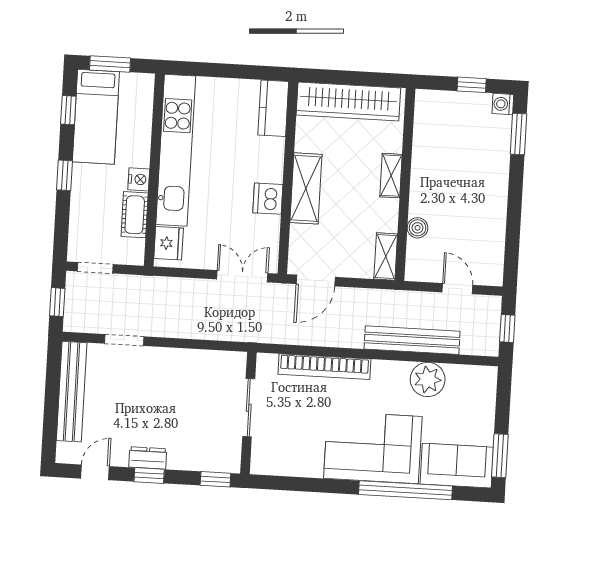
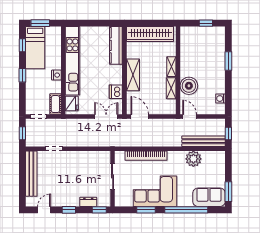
washing machine: (503, 104) -> (221, 99), moved
kitchen counter: (273, 108) -> (116, 45), width x1.50
window: (518, 134) -> (228, 61), moved
dishwasher: (268, 199) -> (116, 92), moved
cot: (135, 215) -> (55, 104), moved
boiler: (418, 228) -> (189, 86), width x1.86, depth x1.86
shelving: (386, 257) -> (171, 88), moved
door: (316, 280) -> (140, 117), swing flipped
door: (457, 289) -> (190, 117), moved
bench: (412, 340) -> (204, 141), moved
corner sofa: (373, 447) -> (155, 191), moved
dresser: (148, 458) -> (88, 202), moved
window: (317, 485) -> (146, 210), added

